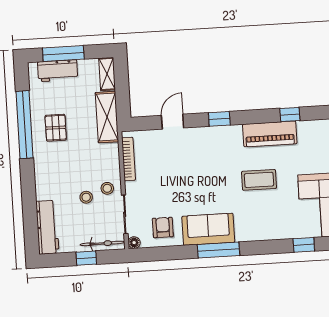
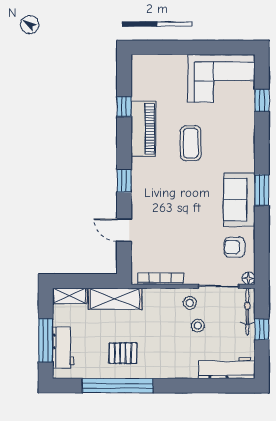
window: (218, 250) -> (262, 190), width x0.69

